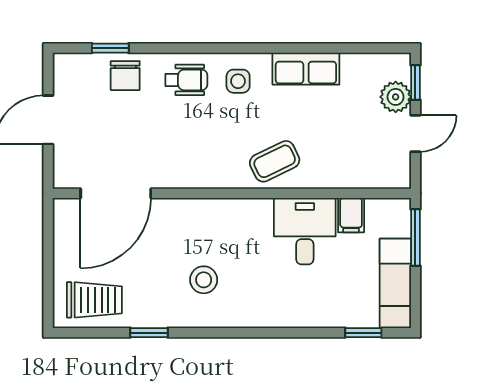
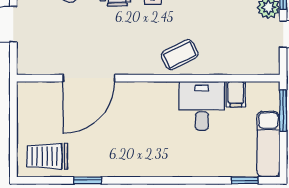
door: (116, 193) -> (89, 78), moved
stool: (204, 280) -> (128, 142), removed
trolley: (94, 300) -> (47, 156), turned 180

